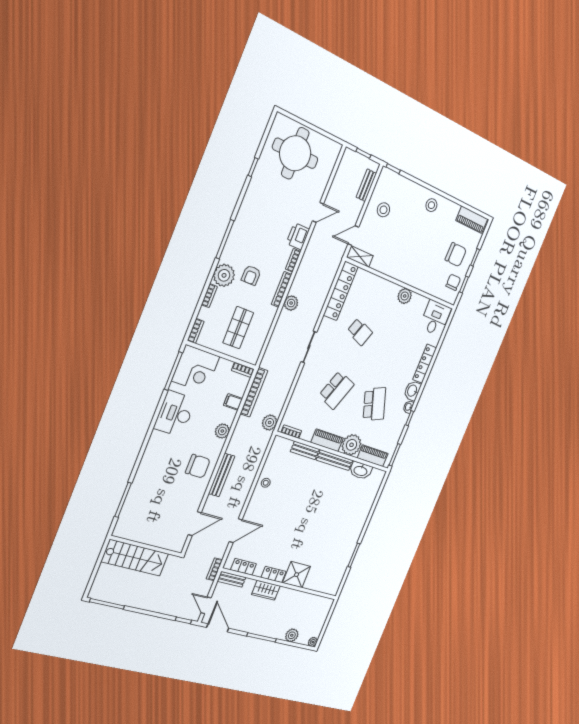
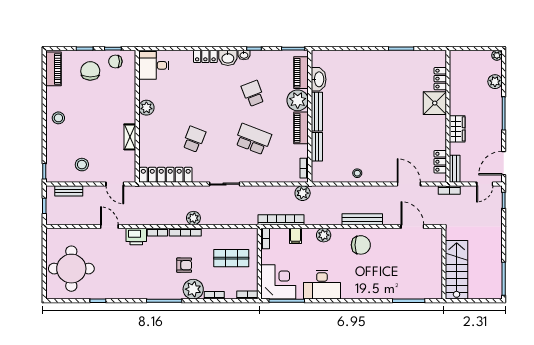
shelving: (360, 257) -> (130, 137), moved
locker: (425, 364) -> (205, 56), width x0.66
school desk: (374, 404) -> (253, 93), width x0.54
chair: (198, 466) -> (361, 245), turned 90
locker: (274, 574) -> (440, 79), moved

